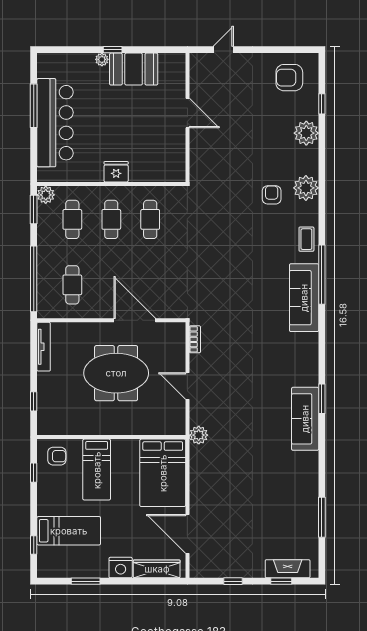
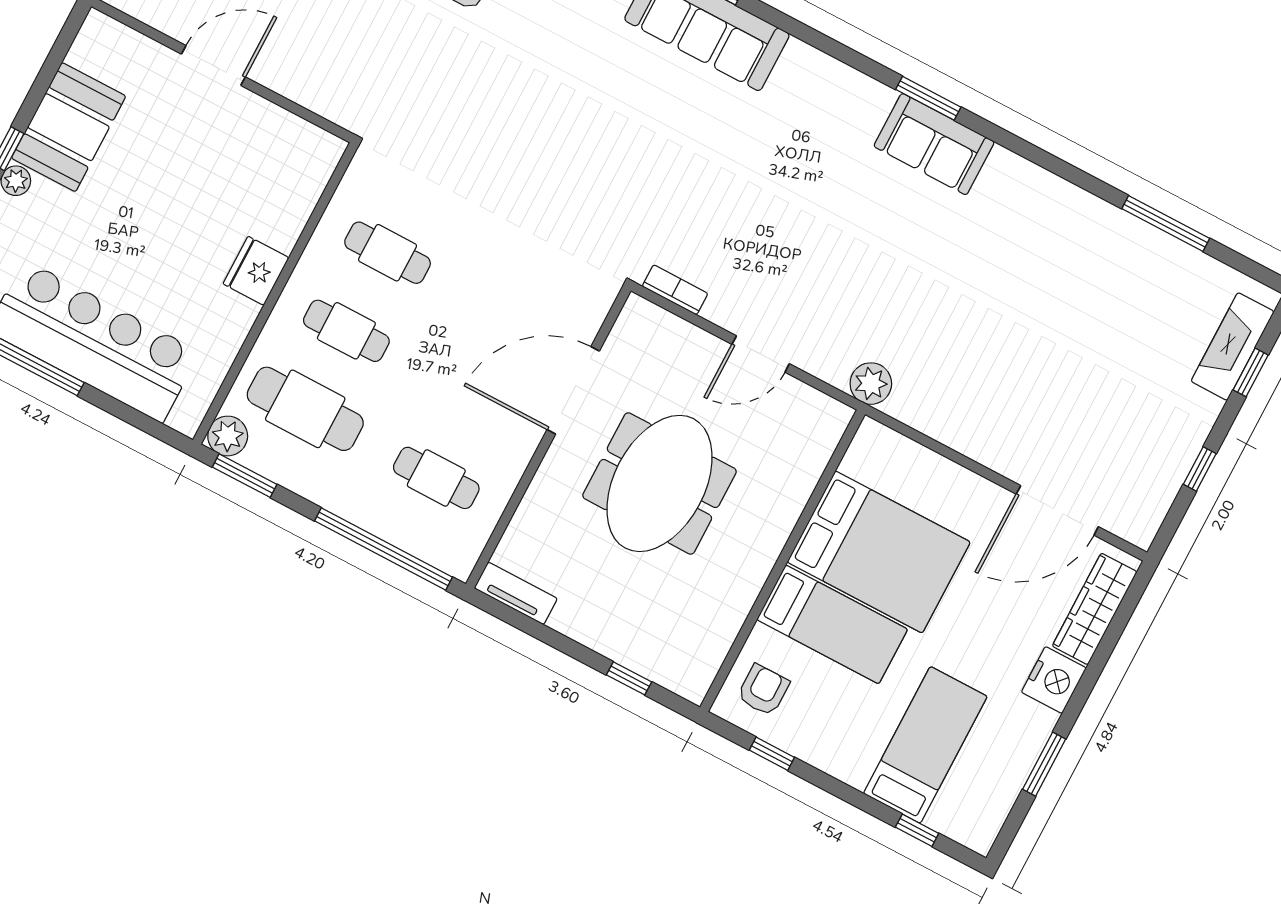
cafe table: (72, 219) -> (305, 409), width x1.37, depth x1.35
tv unit: (44, 347) -> (516, 593), width x0.71
sofa: (305, 419) -> (934, 144), width x0.73
bed: (163, 473) -> (879, 552), moved

